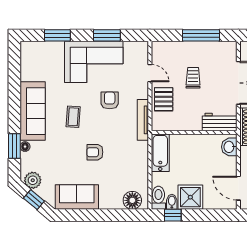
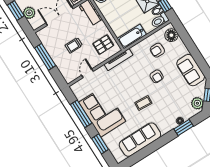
window: (107, 35) -> (81, 114), width x1.44
pallet: (164, 99) -> (103, 45), moved
armchair: (110, 100) -> (157, 50), moved
sofa: (33, 111) -> (140, 140), moved

